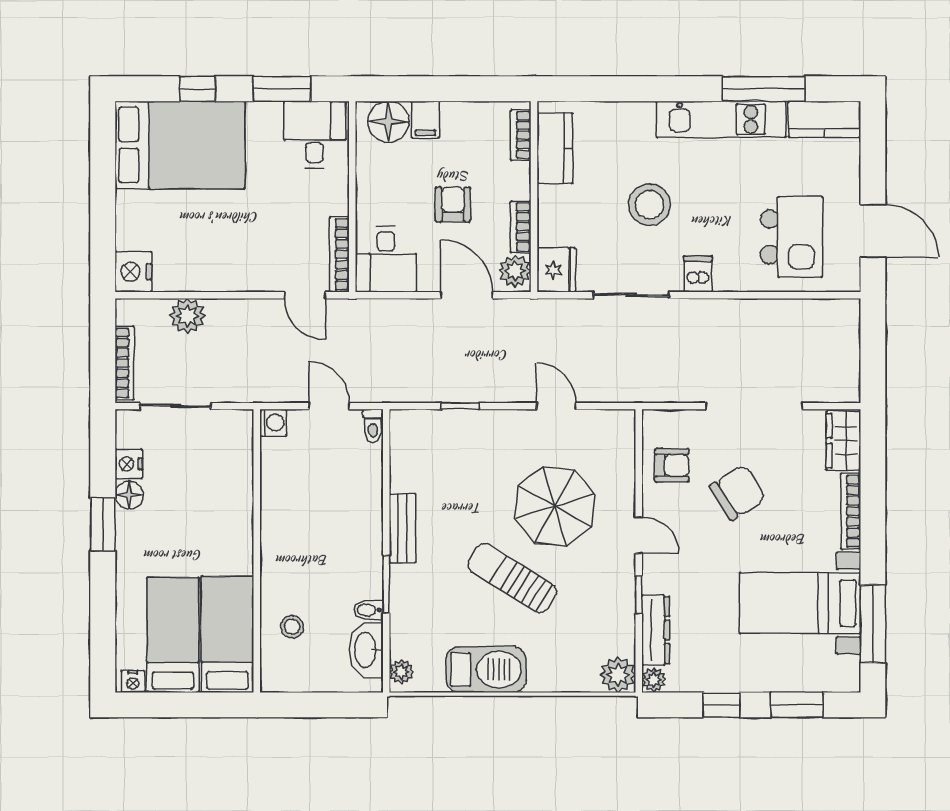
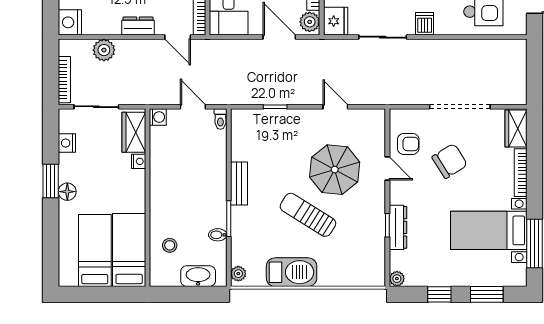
dresser: (242, 278) -> (138, 26), added
wardrobe: (235, 447) -> (134, 132), added
floor lamp: (129, 495) -> (67, 192), moved
door: (639, 535) -> (387, 168), moved
dresser: (656, 630) -> (398, 227), moved
washbasin: (366, 650) -> (198, 276), moved, turned 90
plant: (618, 675) -> (374, 276), removed
nightstand: (133, 682) -> (139, 161), moved, turned -90

